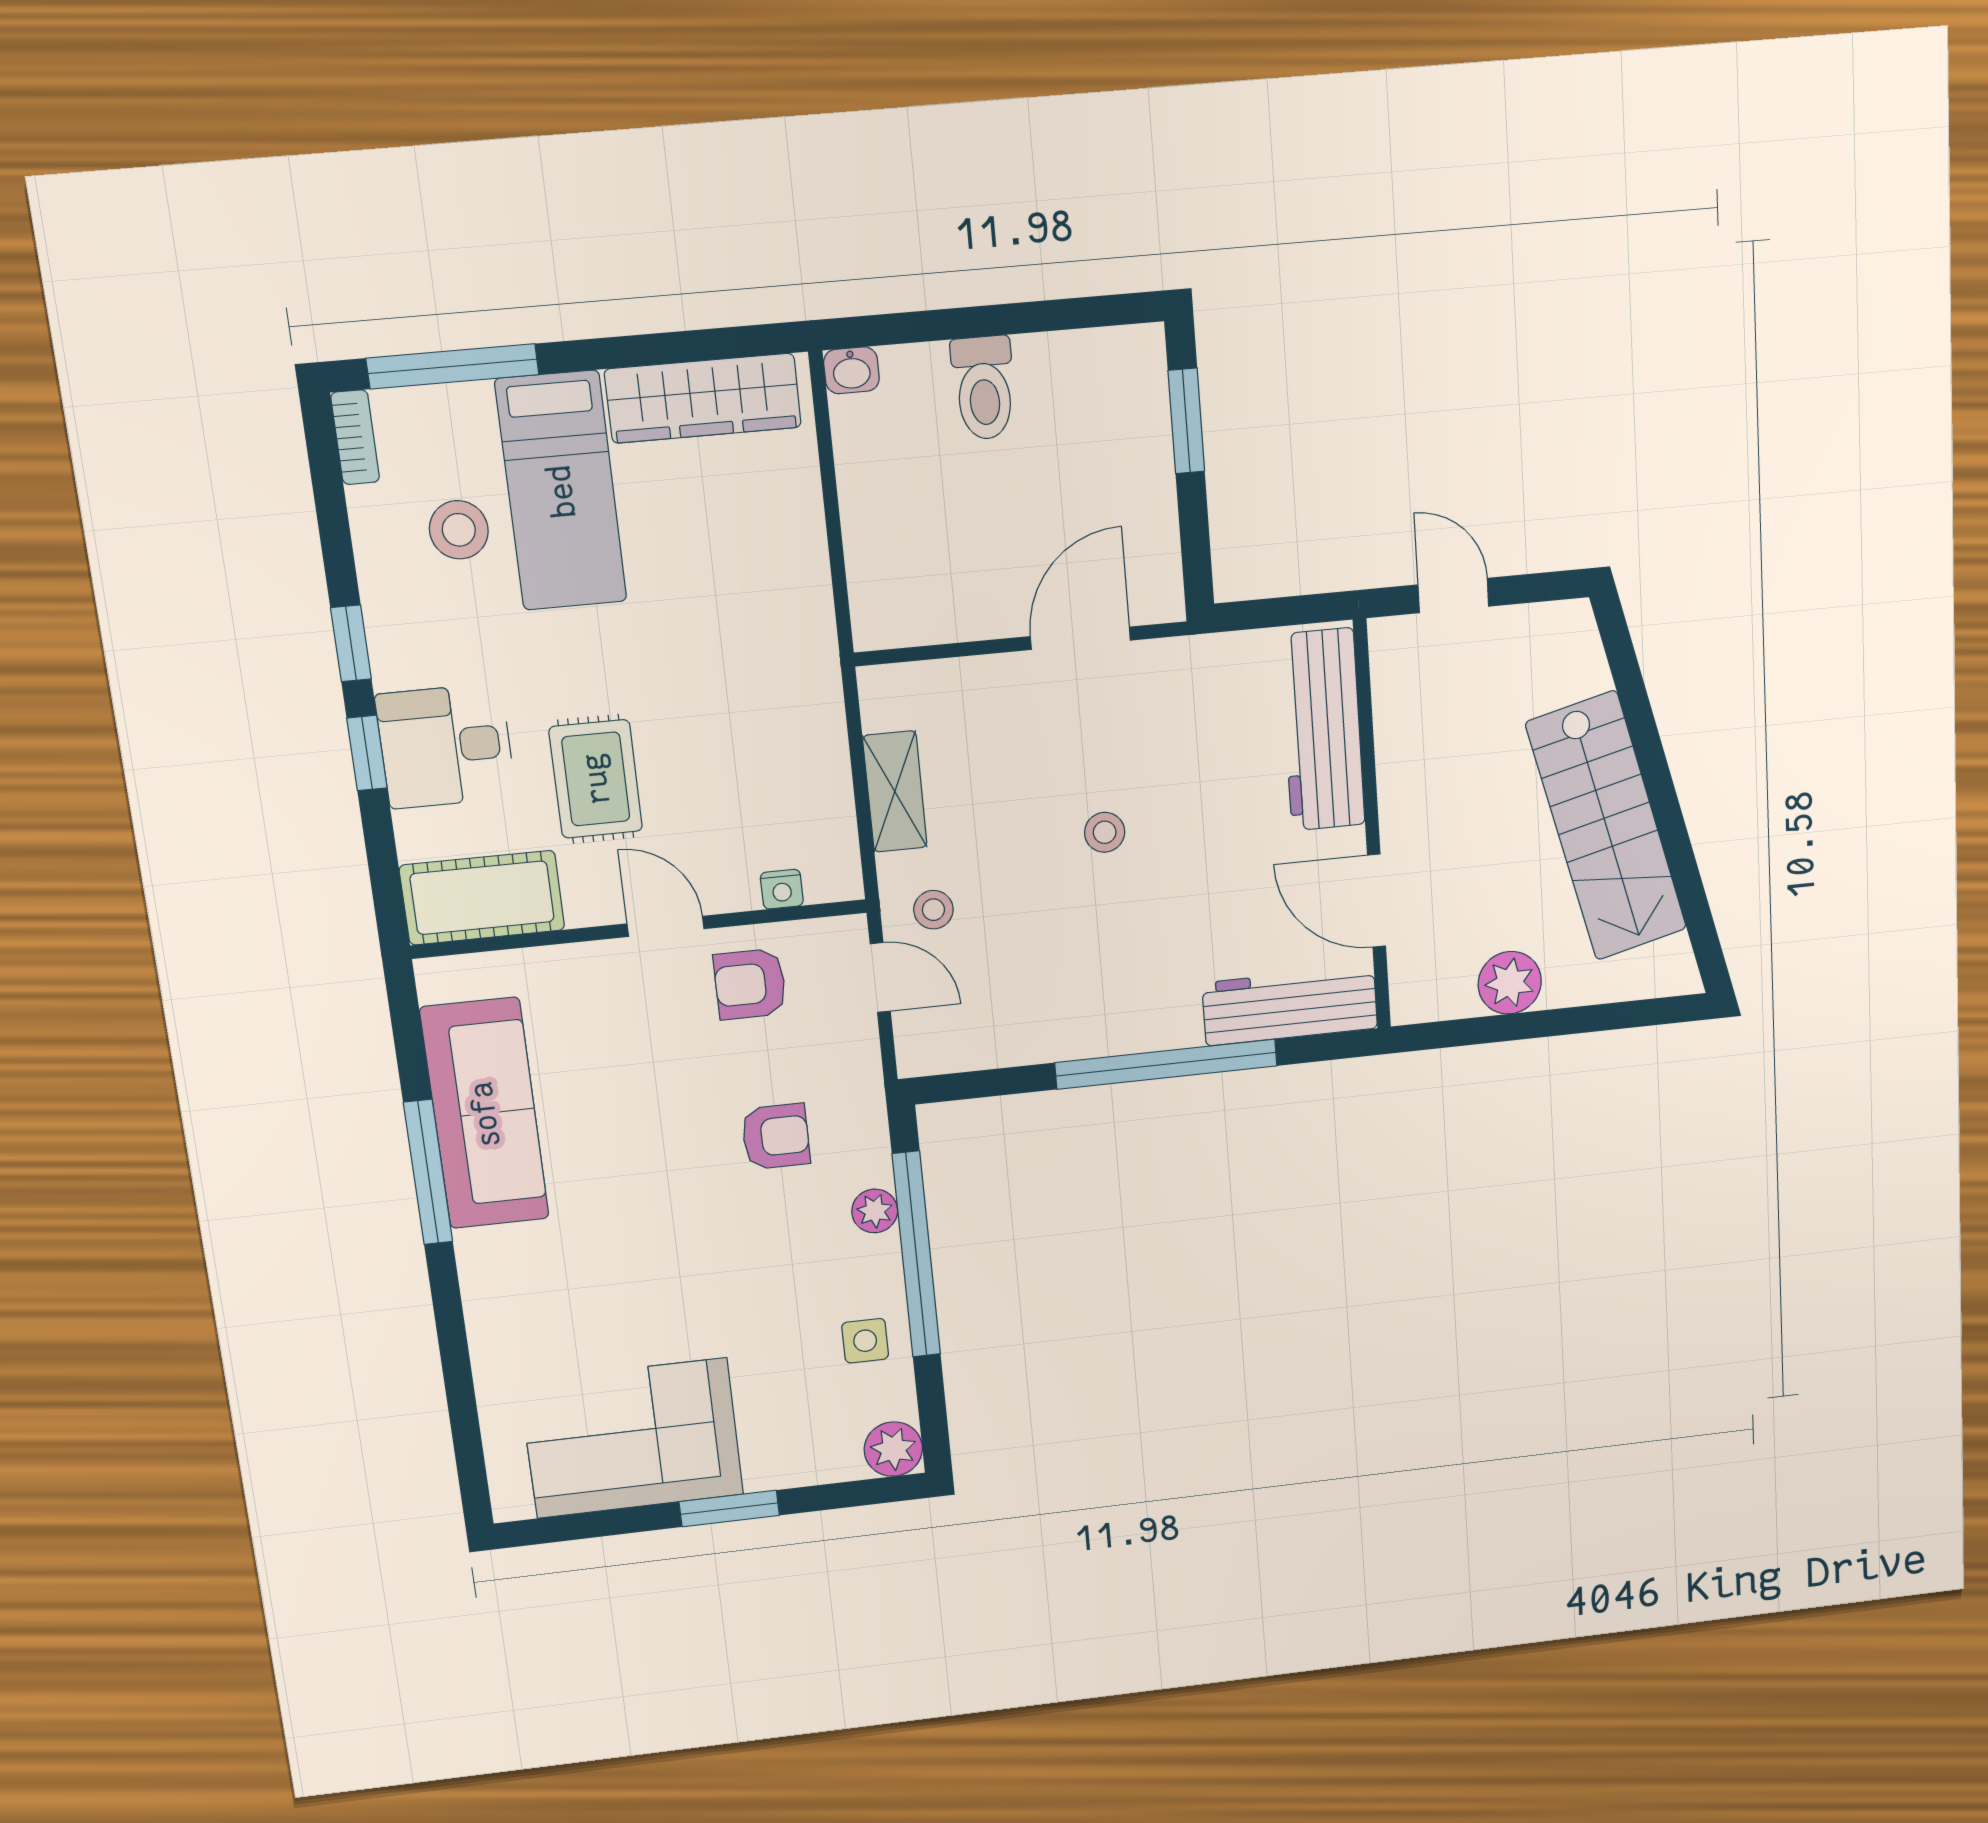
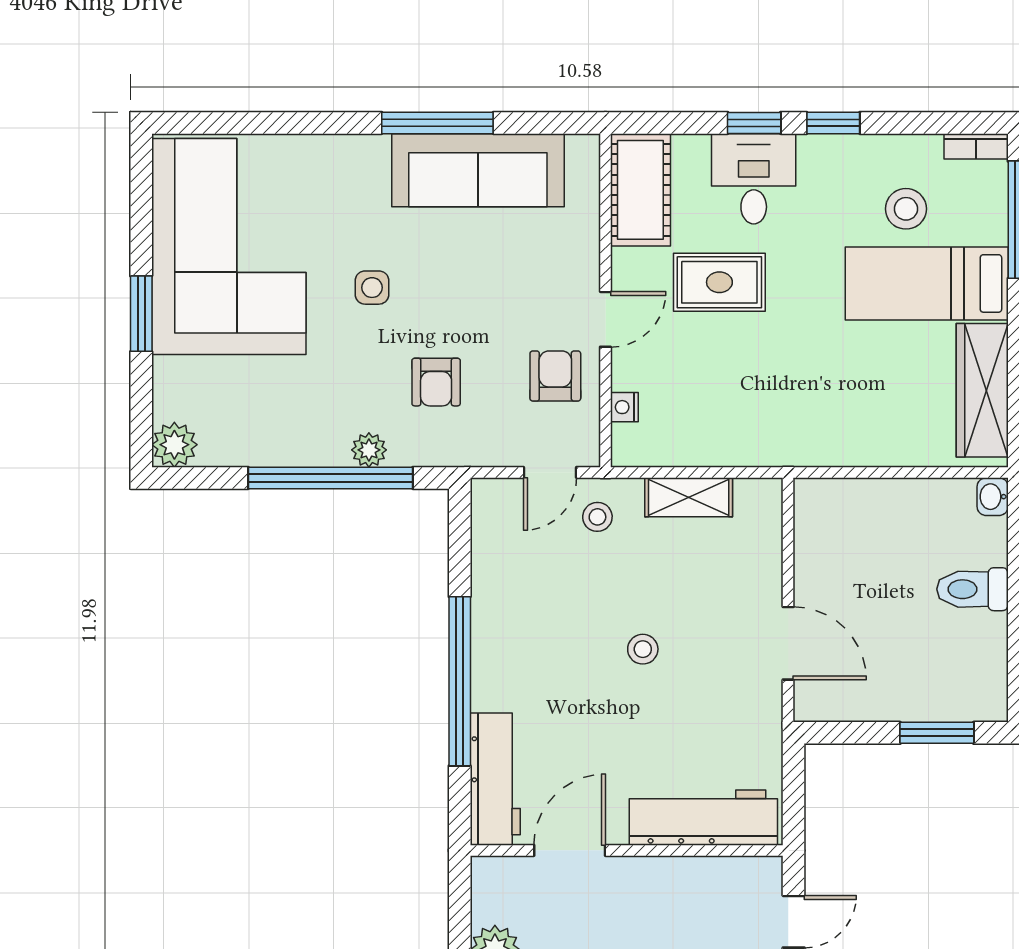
side table: (865, 1341) -> (372, 288), moved
corner sofa: (632, 1438) -> (229, 247), width x1.36, depth x1.36

